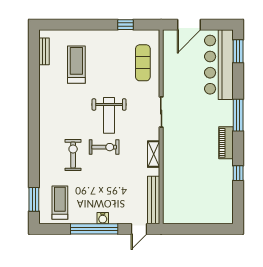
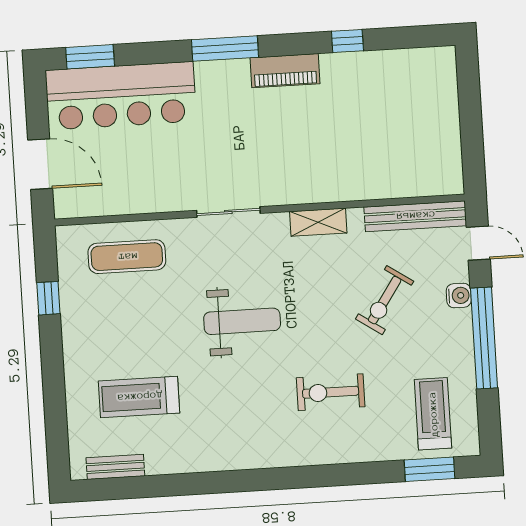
exercise bike: (104, 147) -> (385, 300), moved, turned -146
treadmill: (60, 203) -> (433, 414), turned 90
water cooler: (103, 218) -> (459, 295), moved

